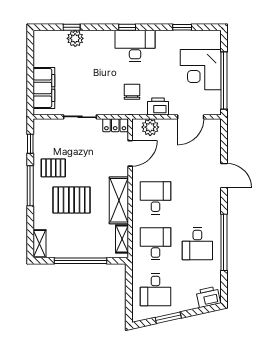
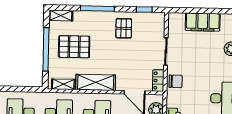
filing cabinet: (44, 88) -> (203, 22), moved
chair: (132, 92) -> (176, 81), moved
window: (30, 186) -> (97, 9), moved
pallet: (72, 200) -> (74, 47), moved, turned 90

